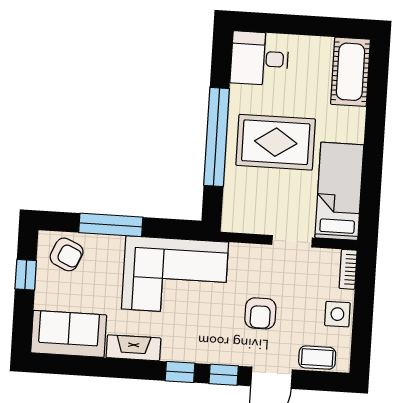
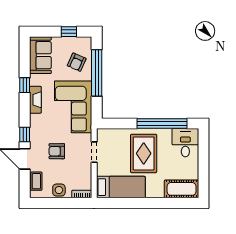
window: (217, 137) -> (162, 123), moved
window: (111, 225) -> (97, 73), width x1.46
doorway: (292, 241) -> (94, 152), moved
armchair: (67, 254) -> (77, 62), moved
fireplace: (133, 348) -> (35, 100), moved
window: (180, 372) -> (25, 85), moved

